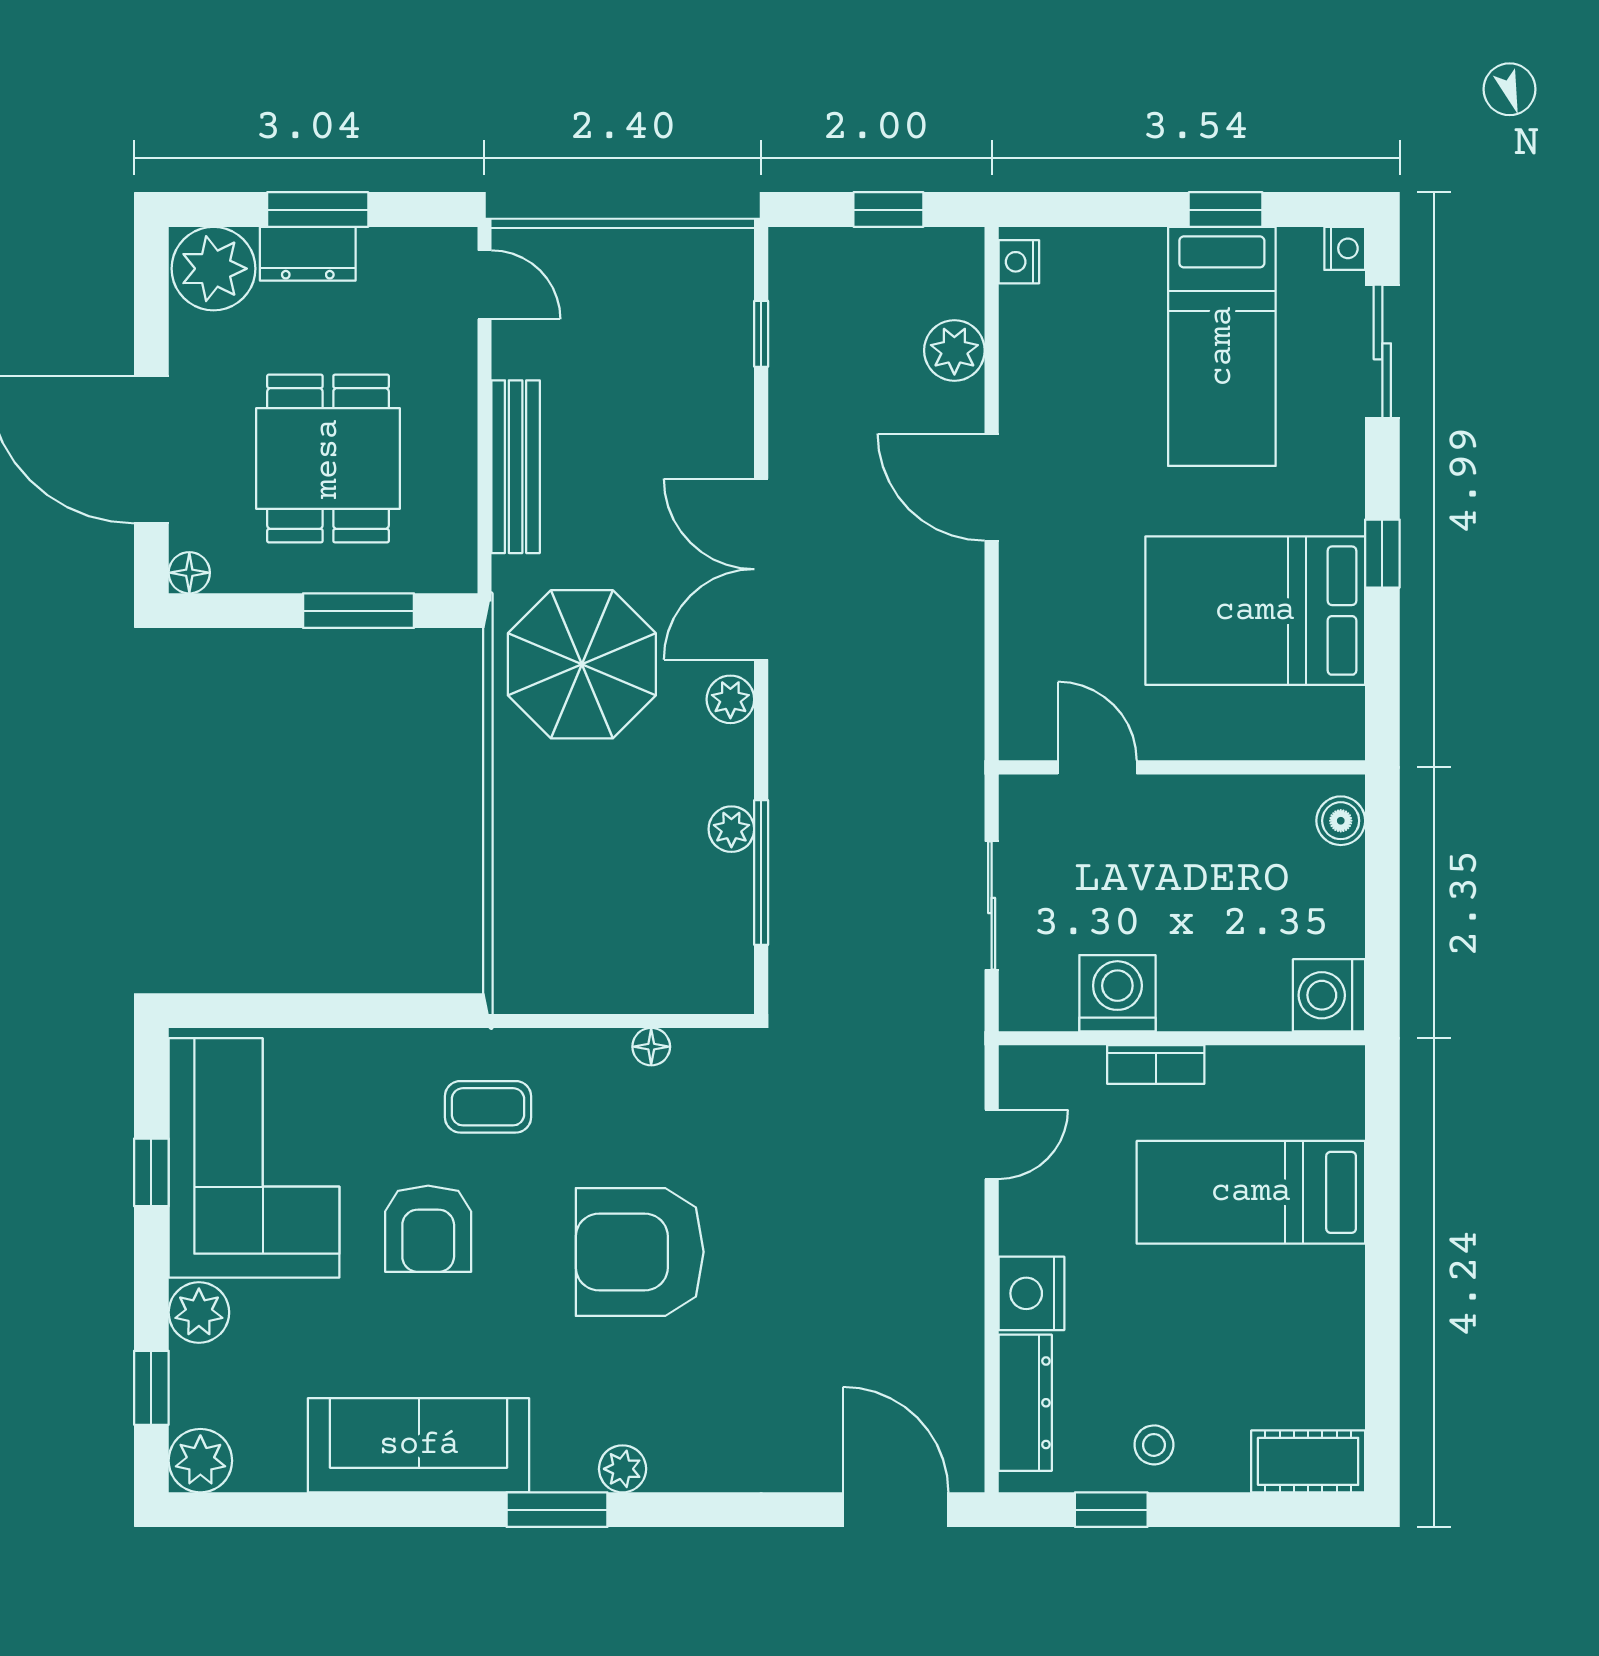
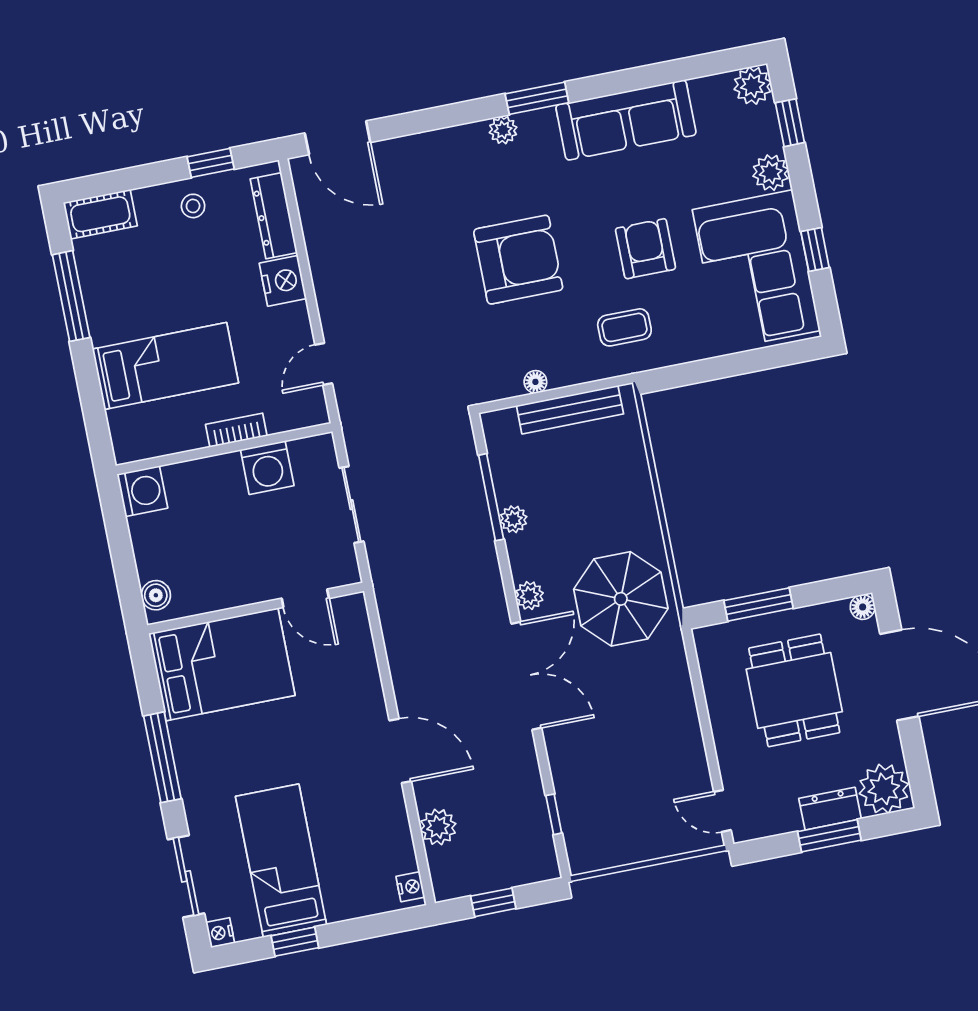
bench: (516, 467) -> (570, 410), moved, turned 90
window: (1382, 554) -> (162, 757), width x2.17
bed: (1255, 611) -> (222, 664), moved
window: (1382, 1337) -> (71, 296), added

